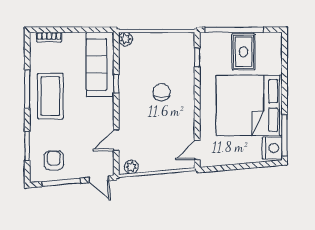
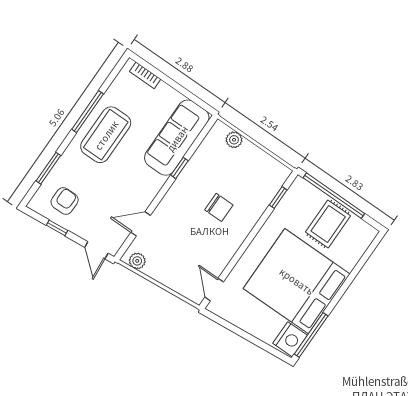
plant: (125, 39) -> (234, 140), moved
chair: (162, 92) -> (219, 207), turned 90
door: (197, 150) -> (214, 290), hinge flipped
window: (61, 182) -> (57, 228), width x0.46

